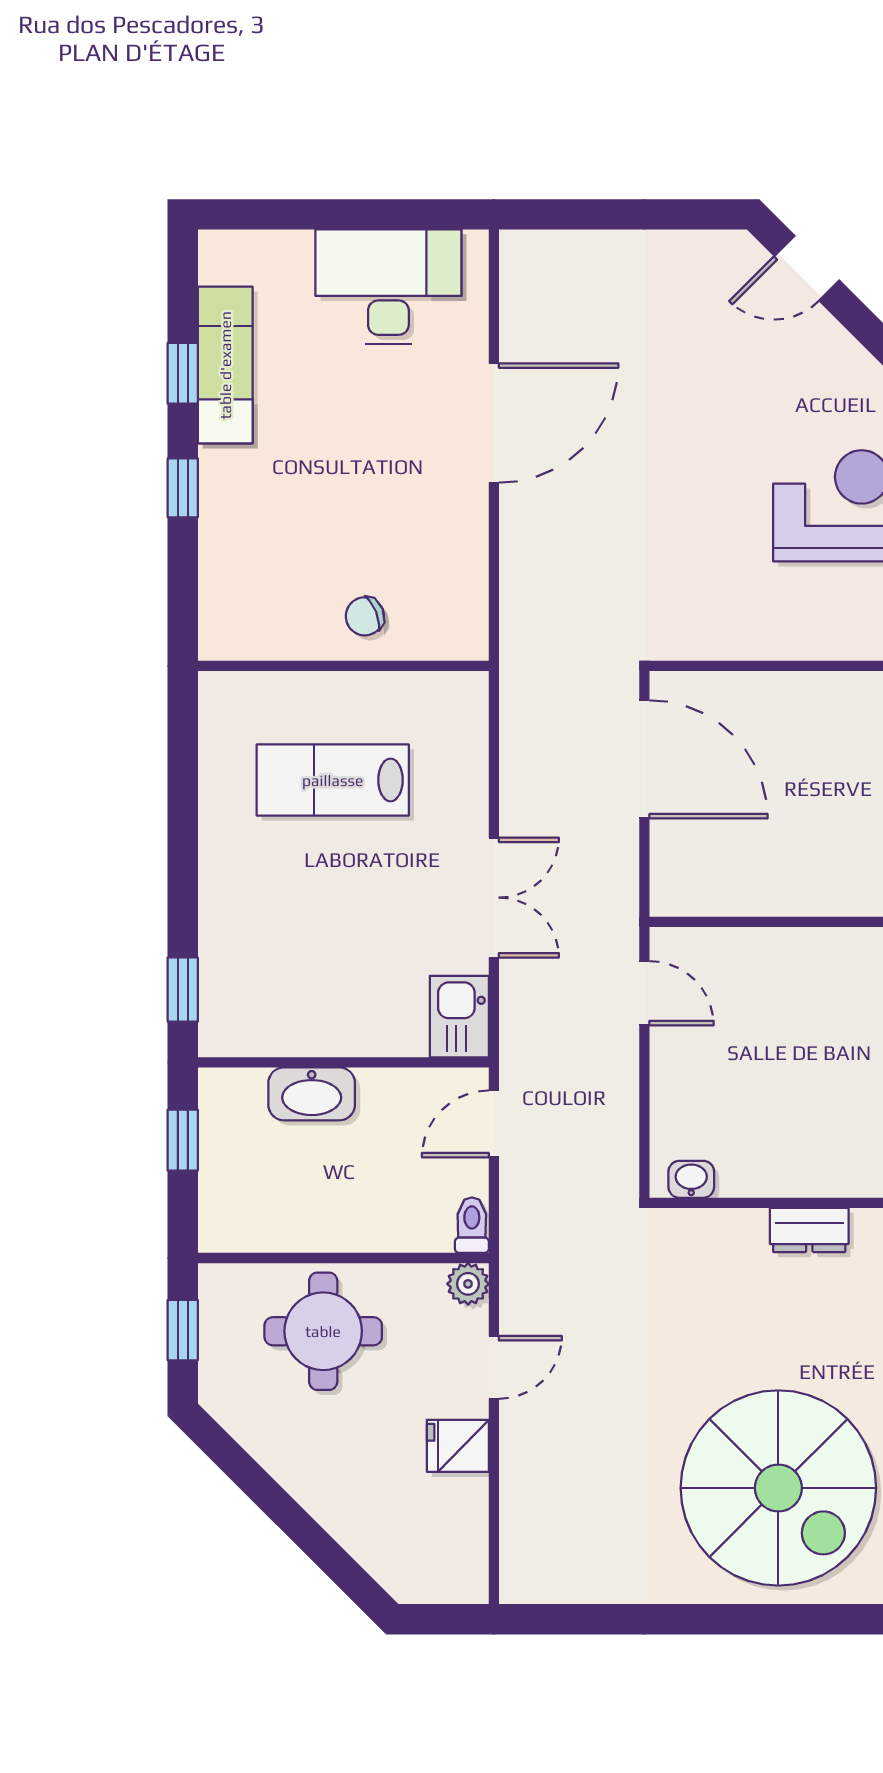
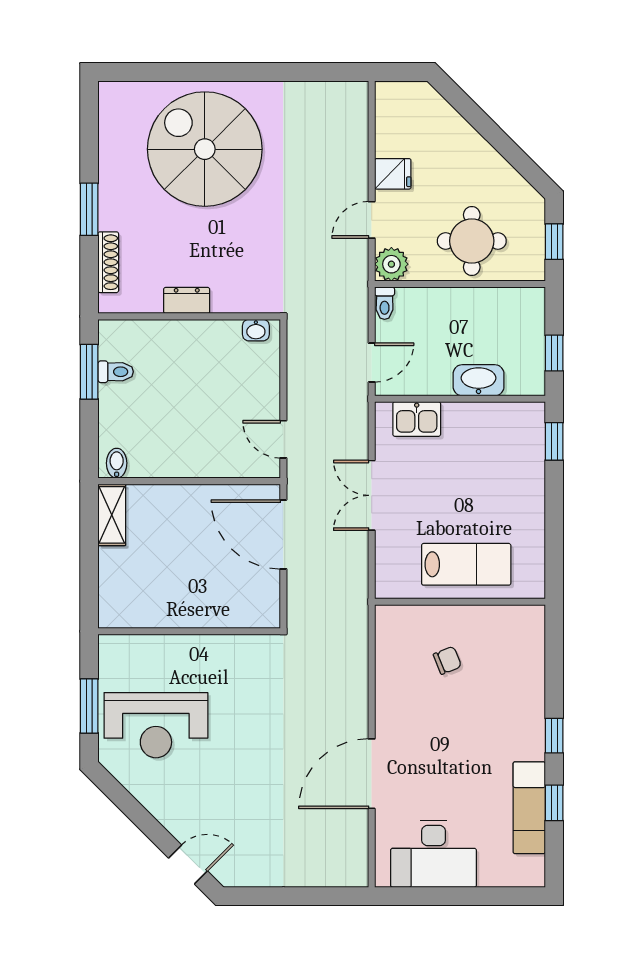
wall: (343, 666) -> (460, 602), moved
door: (644, 759) -> (283, 534), moved
kitchen sink: (459, 1017) -> (417, 419), moved, turned 90
plant: (468, 1284) -> (391, 264), width x1.38, depth x1.38

